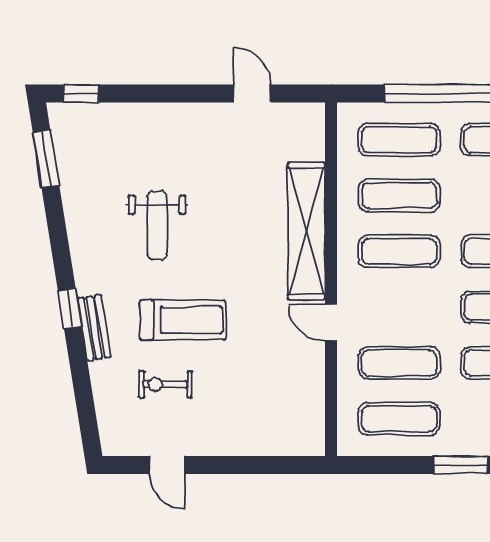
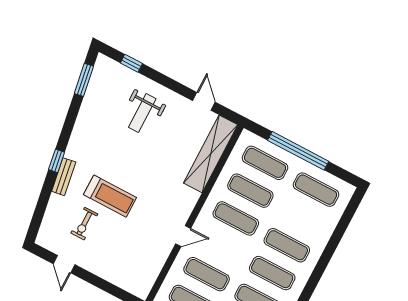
window: (81, 93) -> (131, 63), moved
weight bench: (157, 225) -> (142, 113), moved
shelving: (306, 231) -> (211, 154), moved
door: (331, 323) -> (183, 236), swing flipped
exercise bike: (165, 384) -> (84, 224), turned -90

